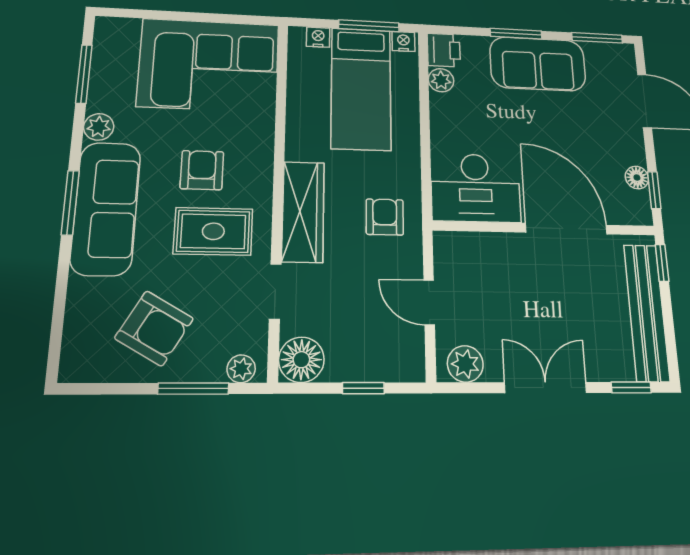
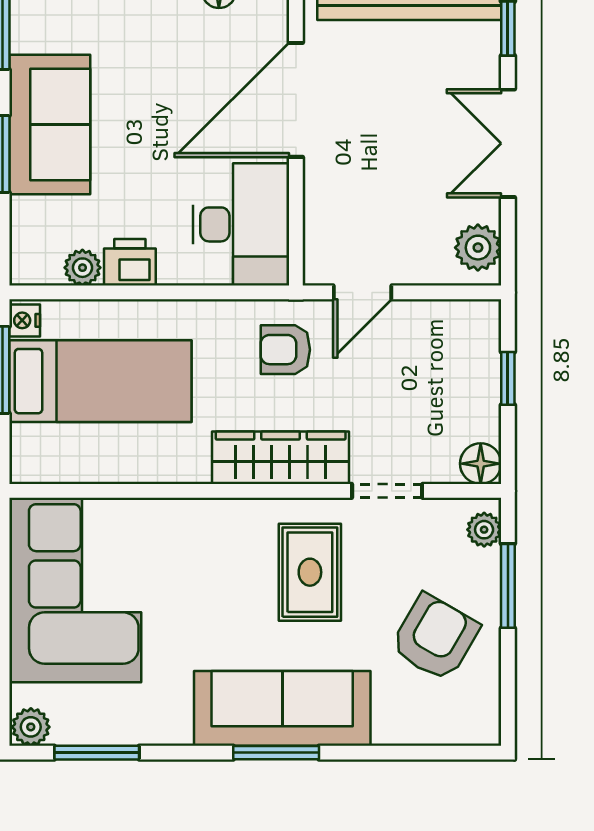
nightstand: (318, 37) -> (25, 442), removed
printer: (444, 50) -> (130, 262), moved
plant: (99, 127) -> (31, 727), moved
armchair: (202, 170) -> (227, 591), removed
door: (429, 302) -> (363, 292), moved
floor lamp: (301, 360) -> (481, 464), width x0.73, depth x0.73

